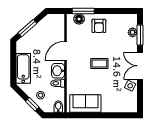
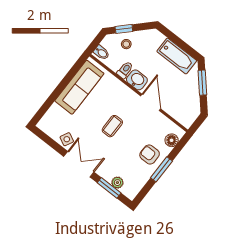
window: (83, 11) -> (161, 169), moved
bathtub: (23, 68) -> (177, 56), moved
sofa: (85, 104) -> (79, 87), width x1.36

